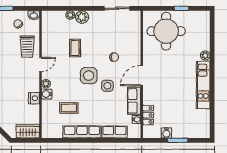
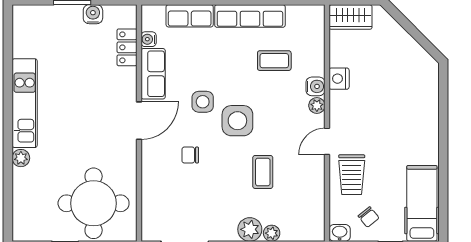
trolley: (27, 47) -> (352, 175), turned 180

